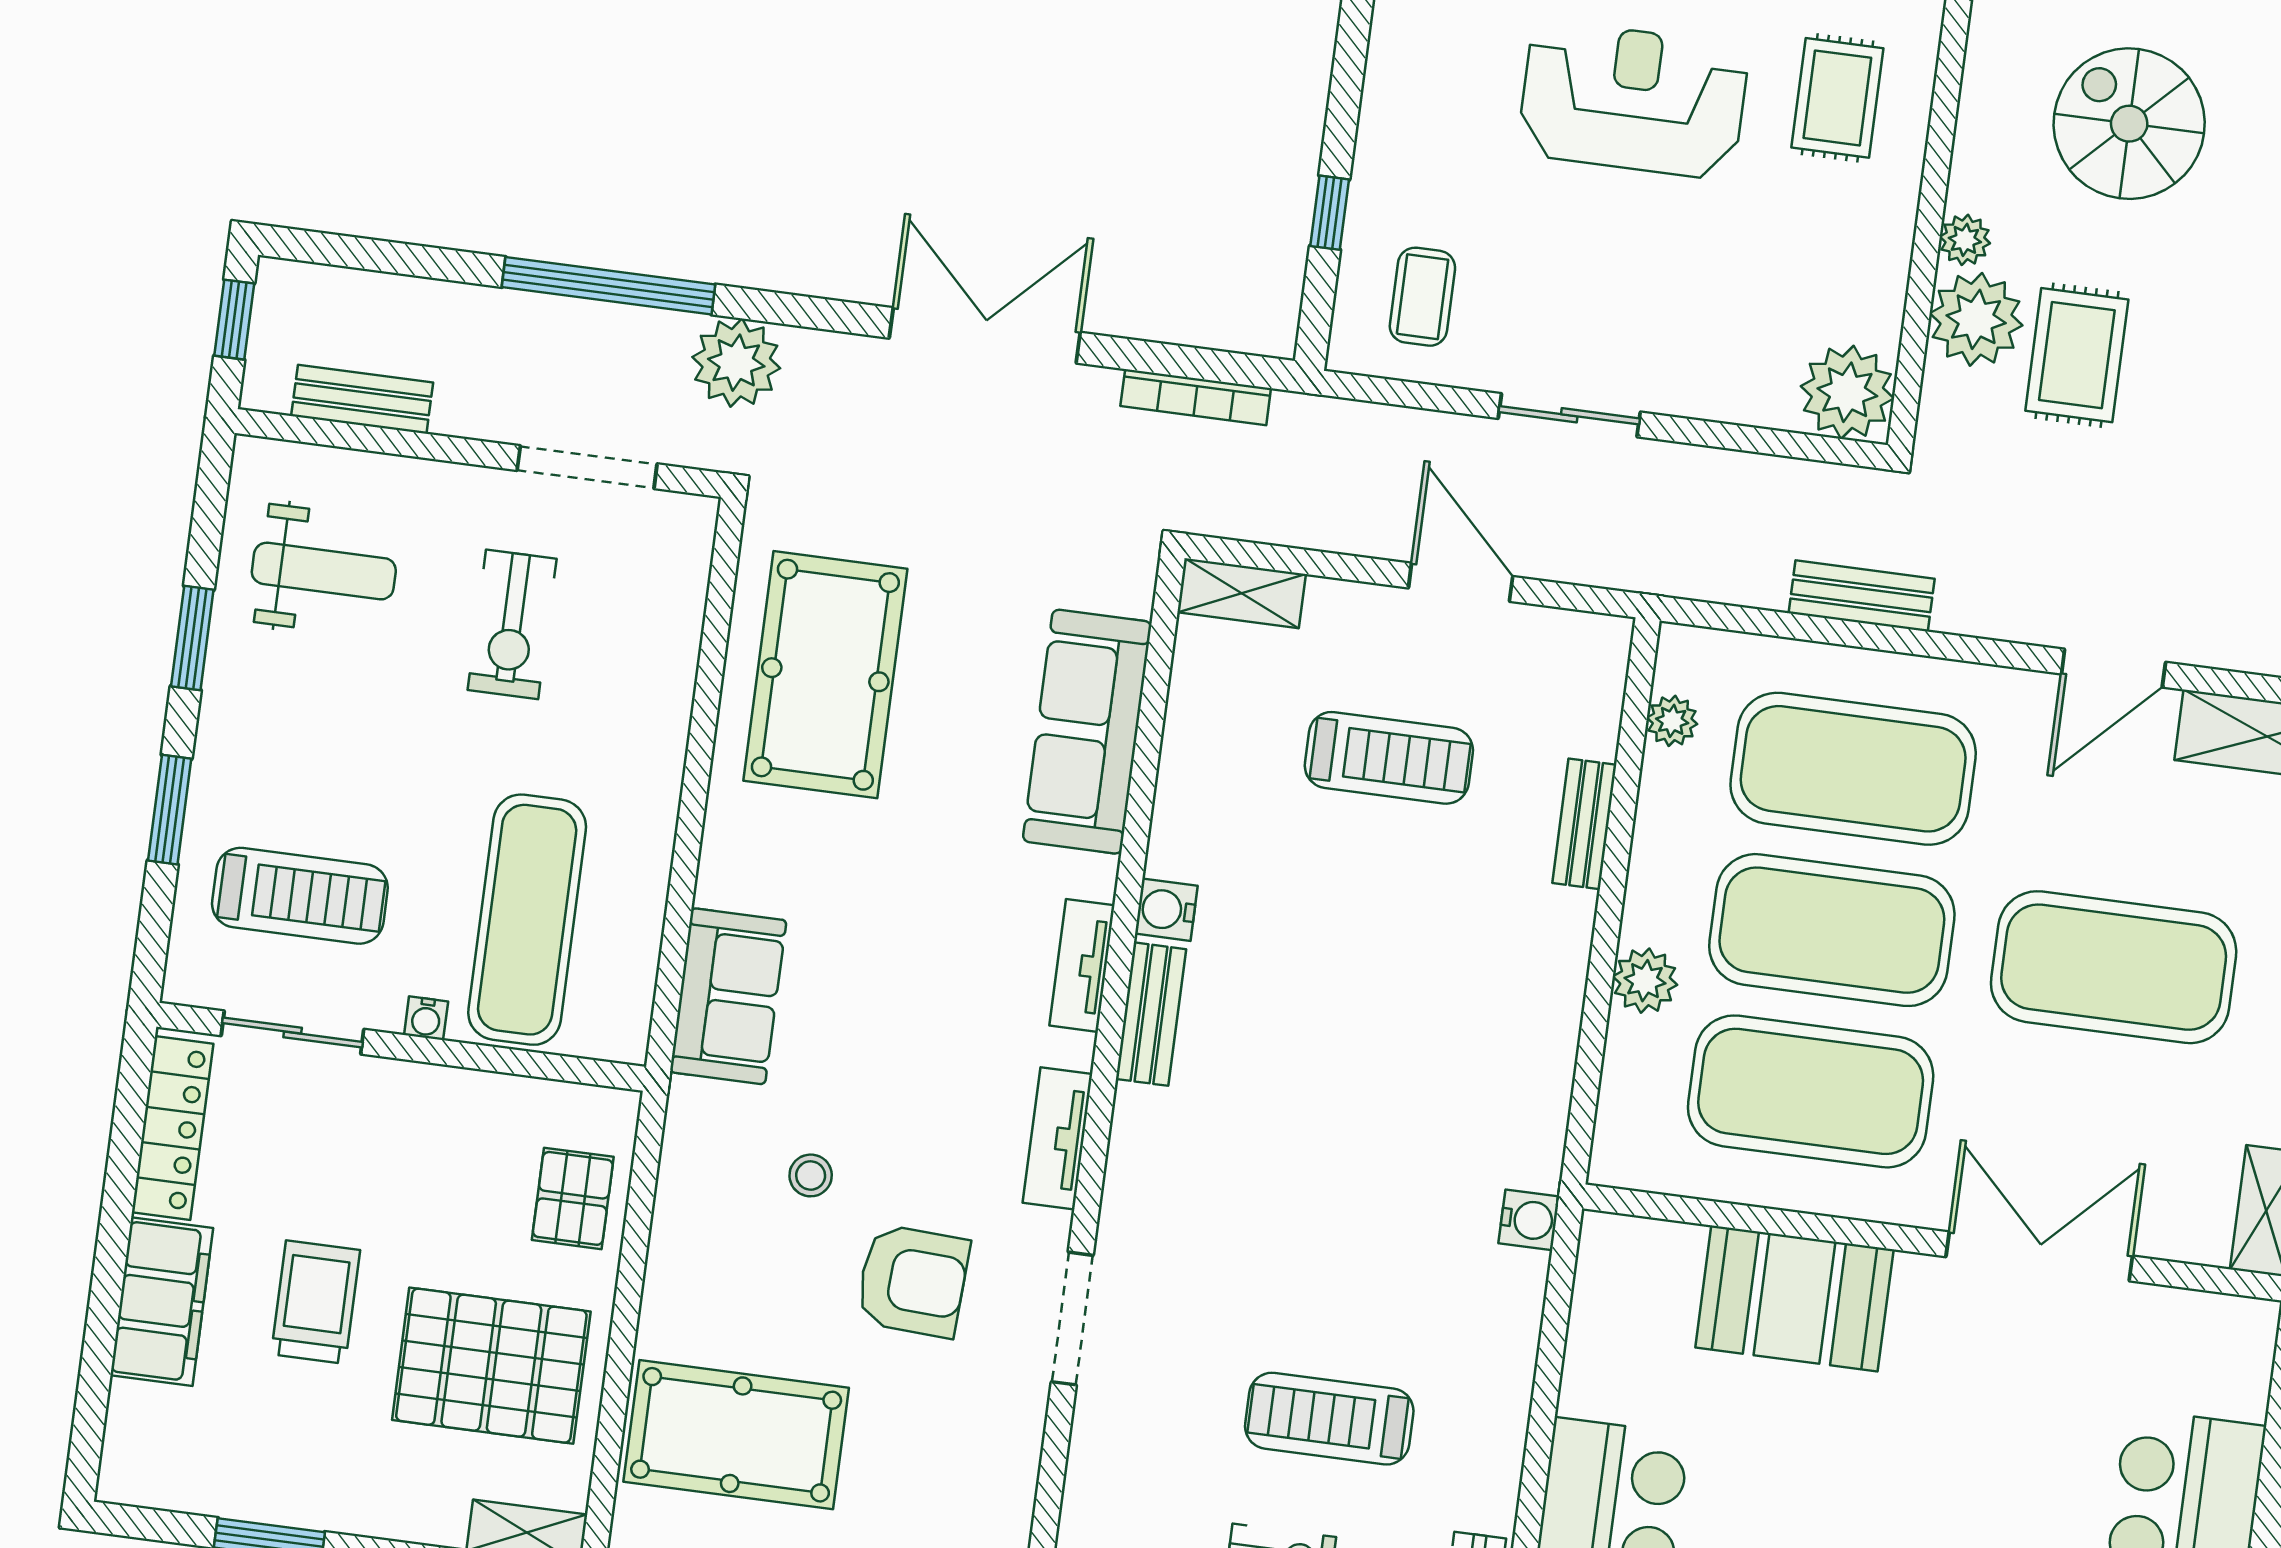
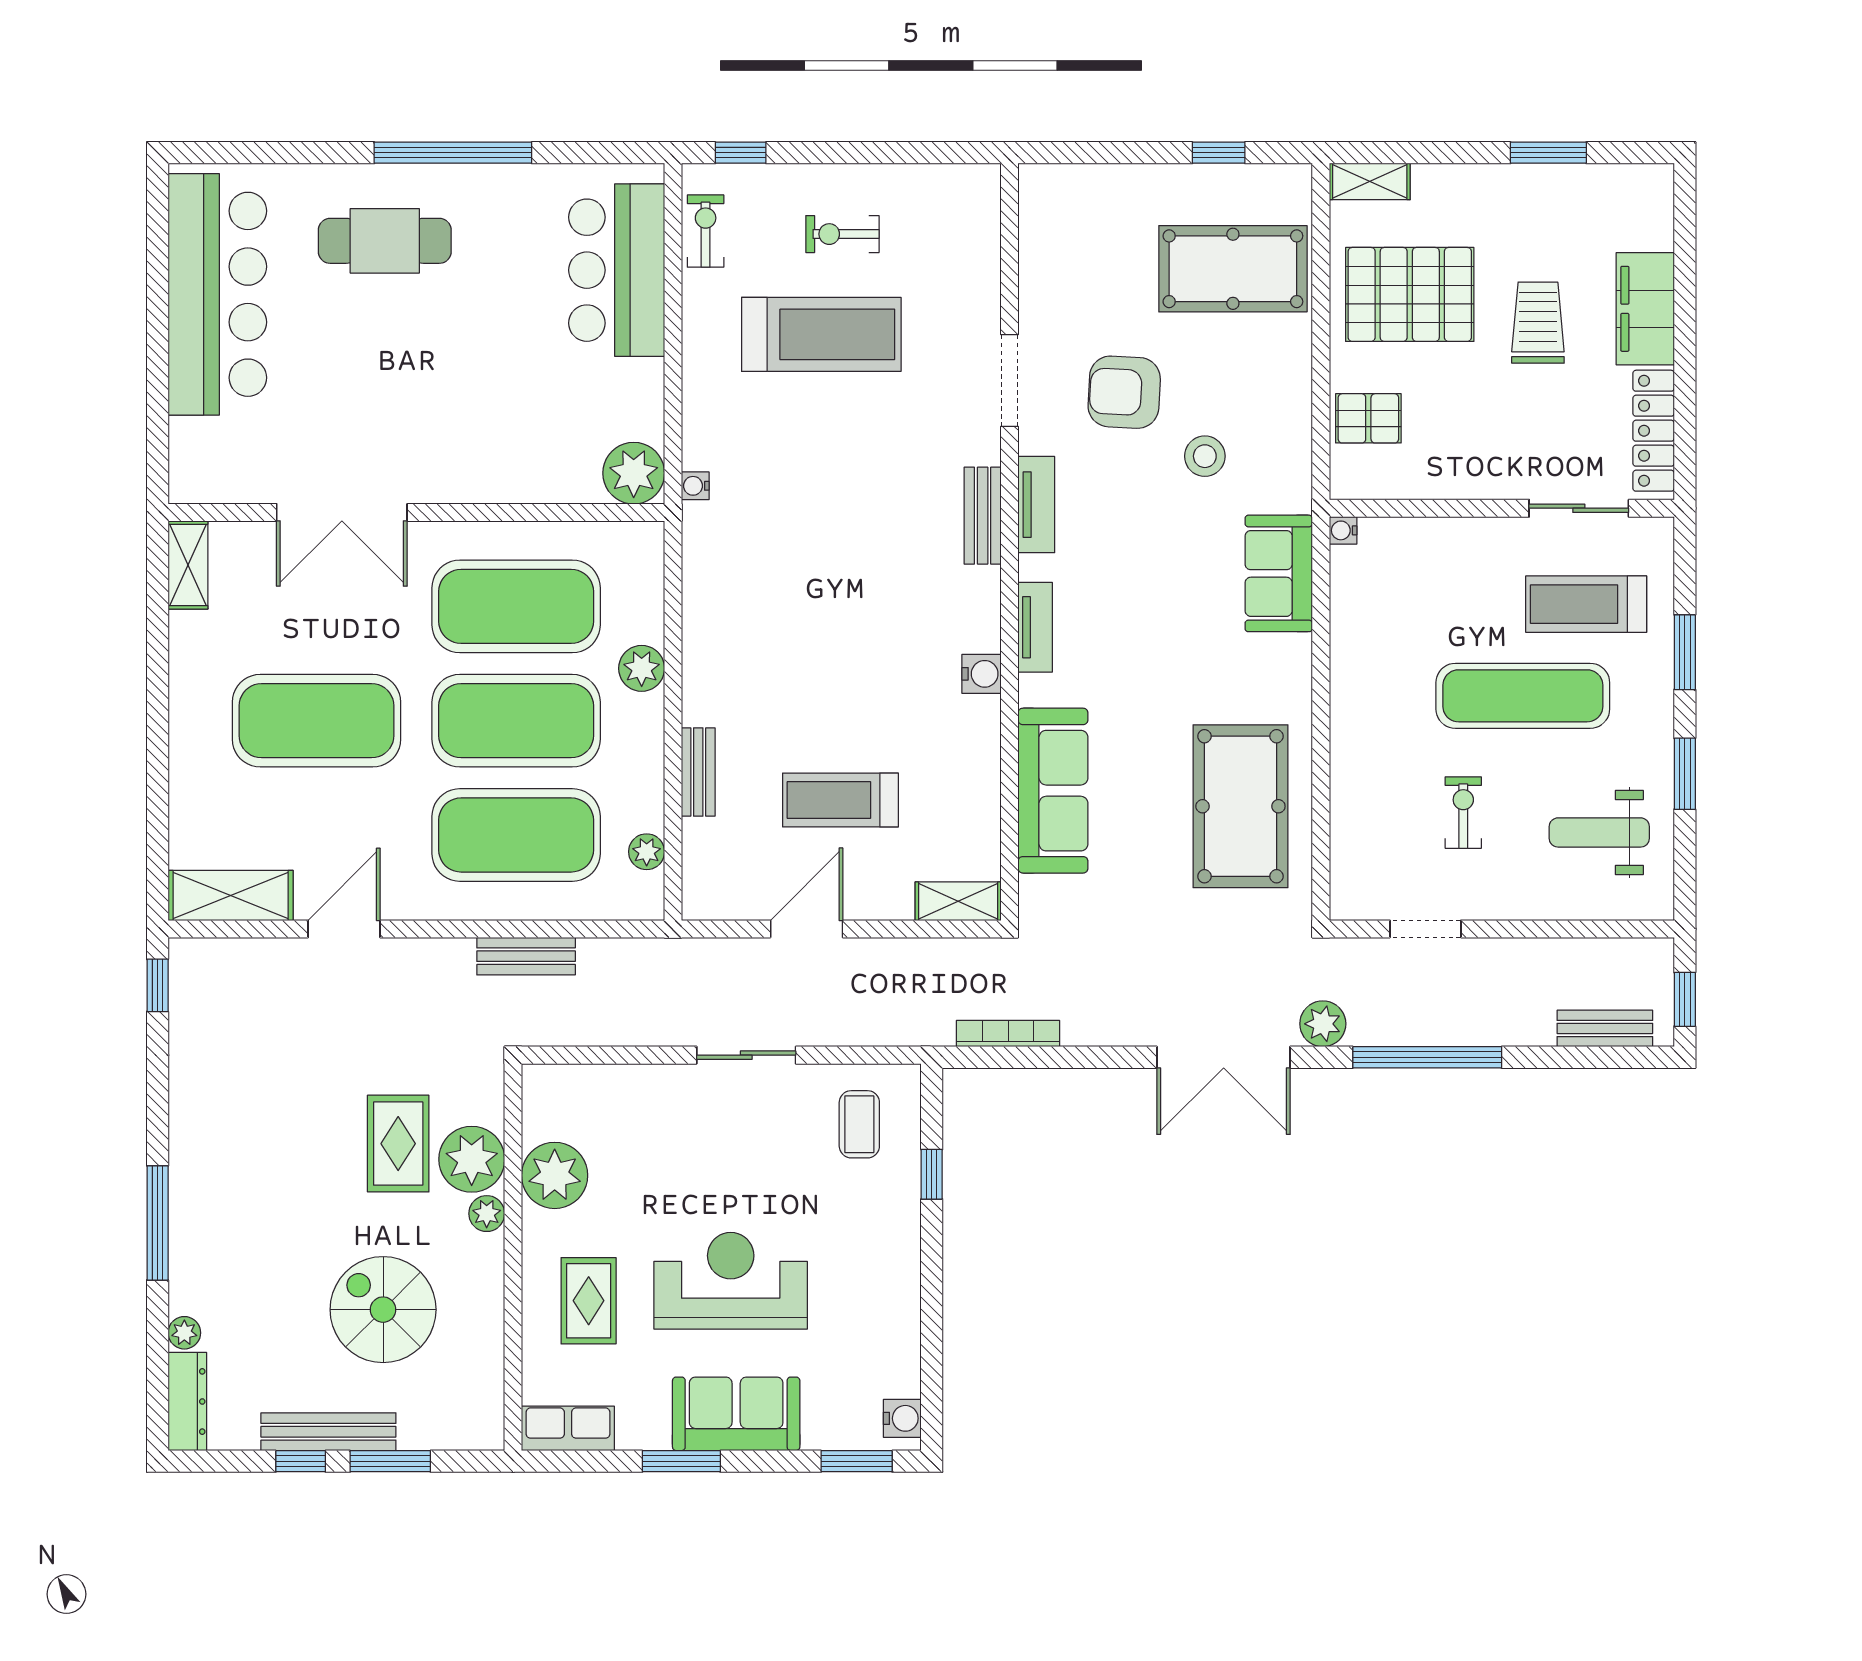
reception desk: (1633, 100) -> (731, 1281), turned 180
spiral stairs: (2129, 124) -> (383, 1310), turned 180
double door: (985, 335) -> (1224, 1057), moved
plant: (736, 363) -> (1323, 1024), width x0.73, depth x0.73
plant: (1847, 392) -> (555, 1175), moved
bench: (362, 399) -> (1605, 1028), moved
doorway: (587, 467) -> (1425, 929), width x0.73
door: (1461, 582) -> (807, 929), swing flipped
exercise bike: (512, 624) -> (1463, 813), width x0.73, depth x0.72
exercise mat: (527, 920) -> (1523, 696), moved, turned 90
bench: (1151, 1014) -> (983, 516), moved
water cooler: (426, 1018) -> (1343, 530), moved, turned -90
stool: (811, 1175) -> (1205, 456), width x1.37, depth x1.37
pallet: (573, 1198) -> (1368, 418), turned 90
water cooler: (1529, 1220) -> (695, 486), width x0.72, depth x0.72
plant: (1620, 1258) -> (634, 473), added
booth: (1794, 1298) -> (508, 461), removed
trolley: (316, 1302) -> (1538, 323), turned 180
treadmill: (1329, 1419) -> (821, 334), width x1.37, depth x1.38

